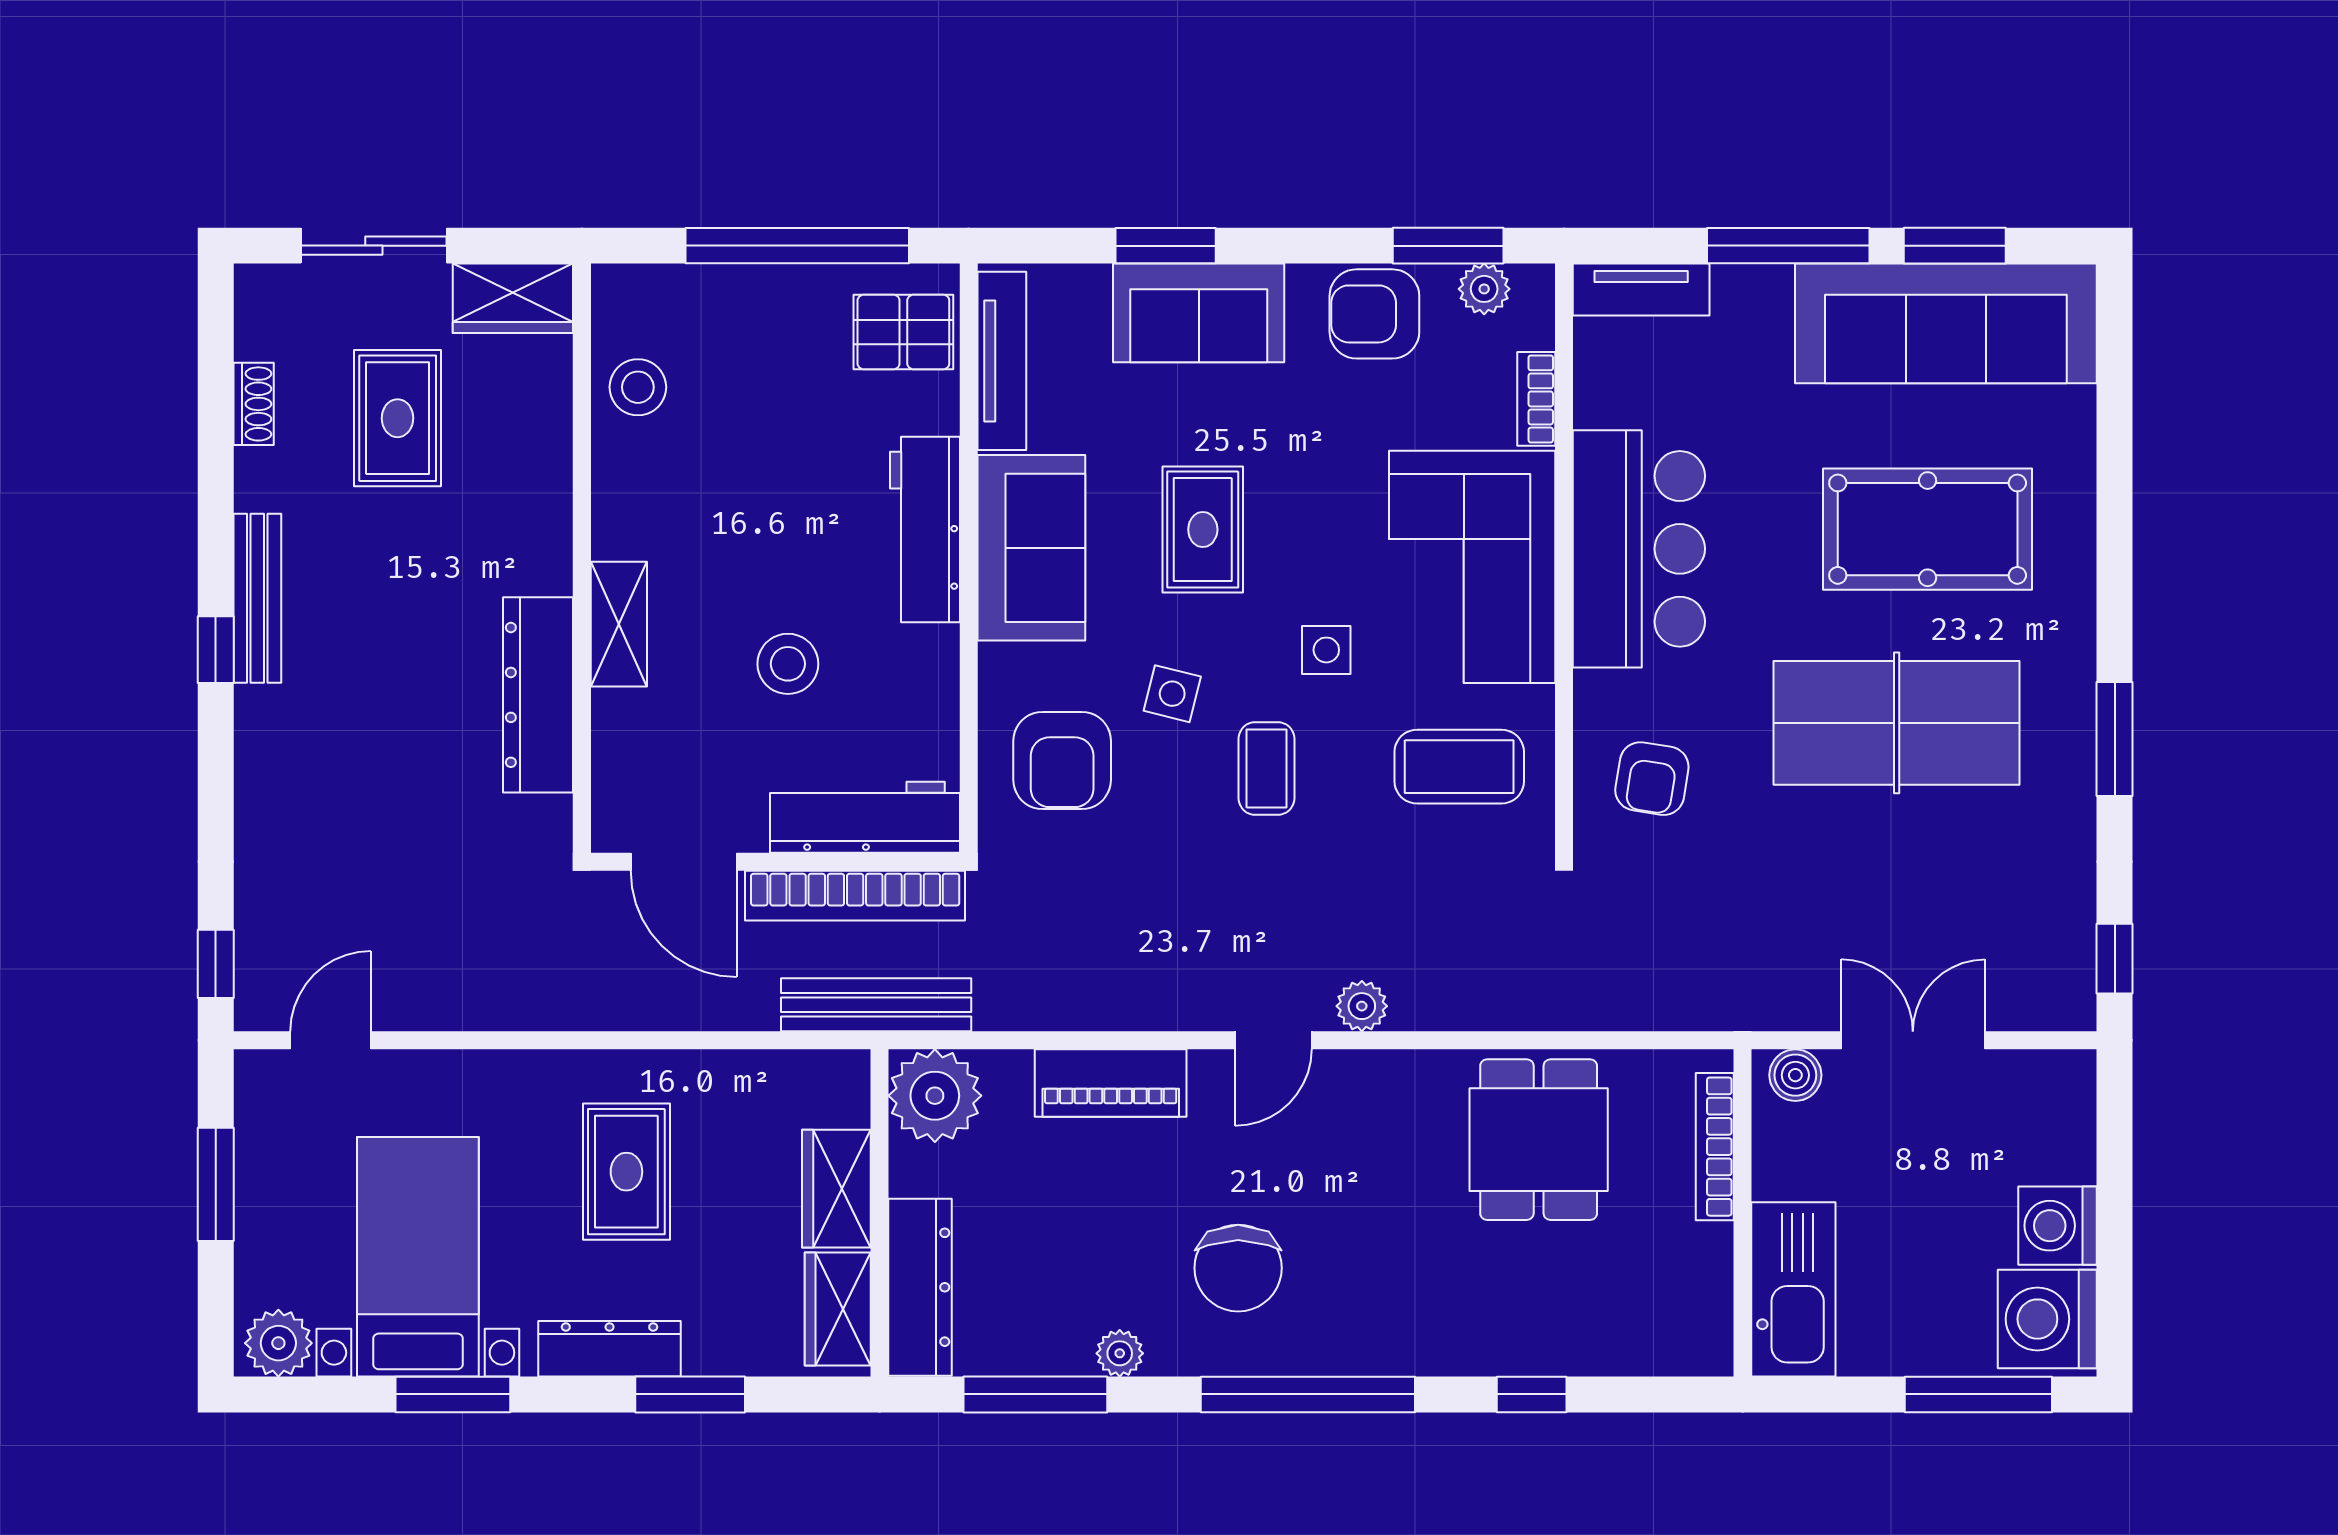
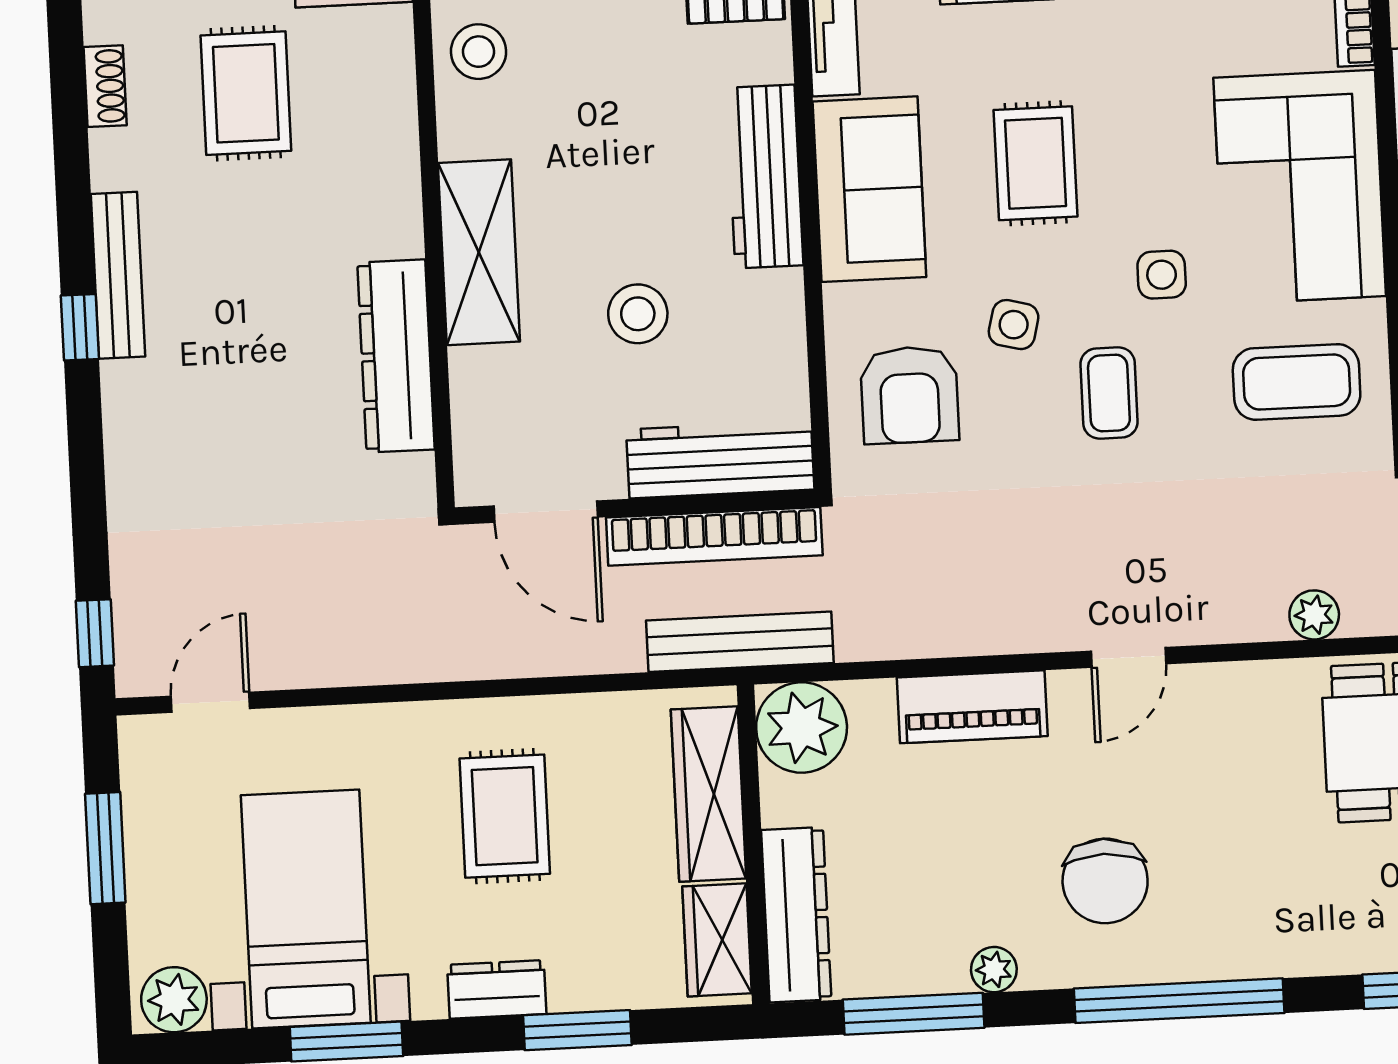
shelving: (619, 624) -> (479, 252), width x1.50, depth x1.33
plant: (1362, 1006) -> (1314, 615), moved
wardrobe: (836, 1189) -> (709, 794), width x1.50
dresser: (610, 1349) -> (497, 989), width x0.70

